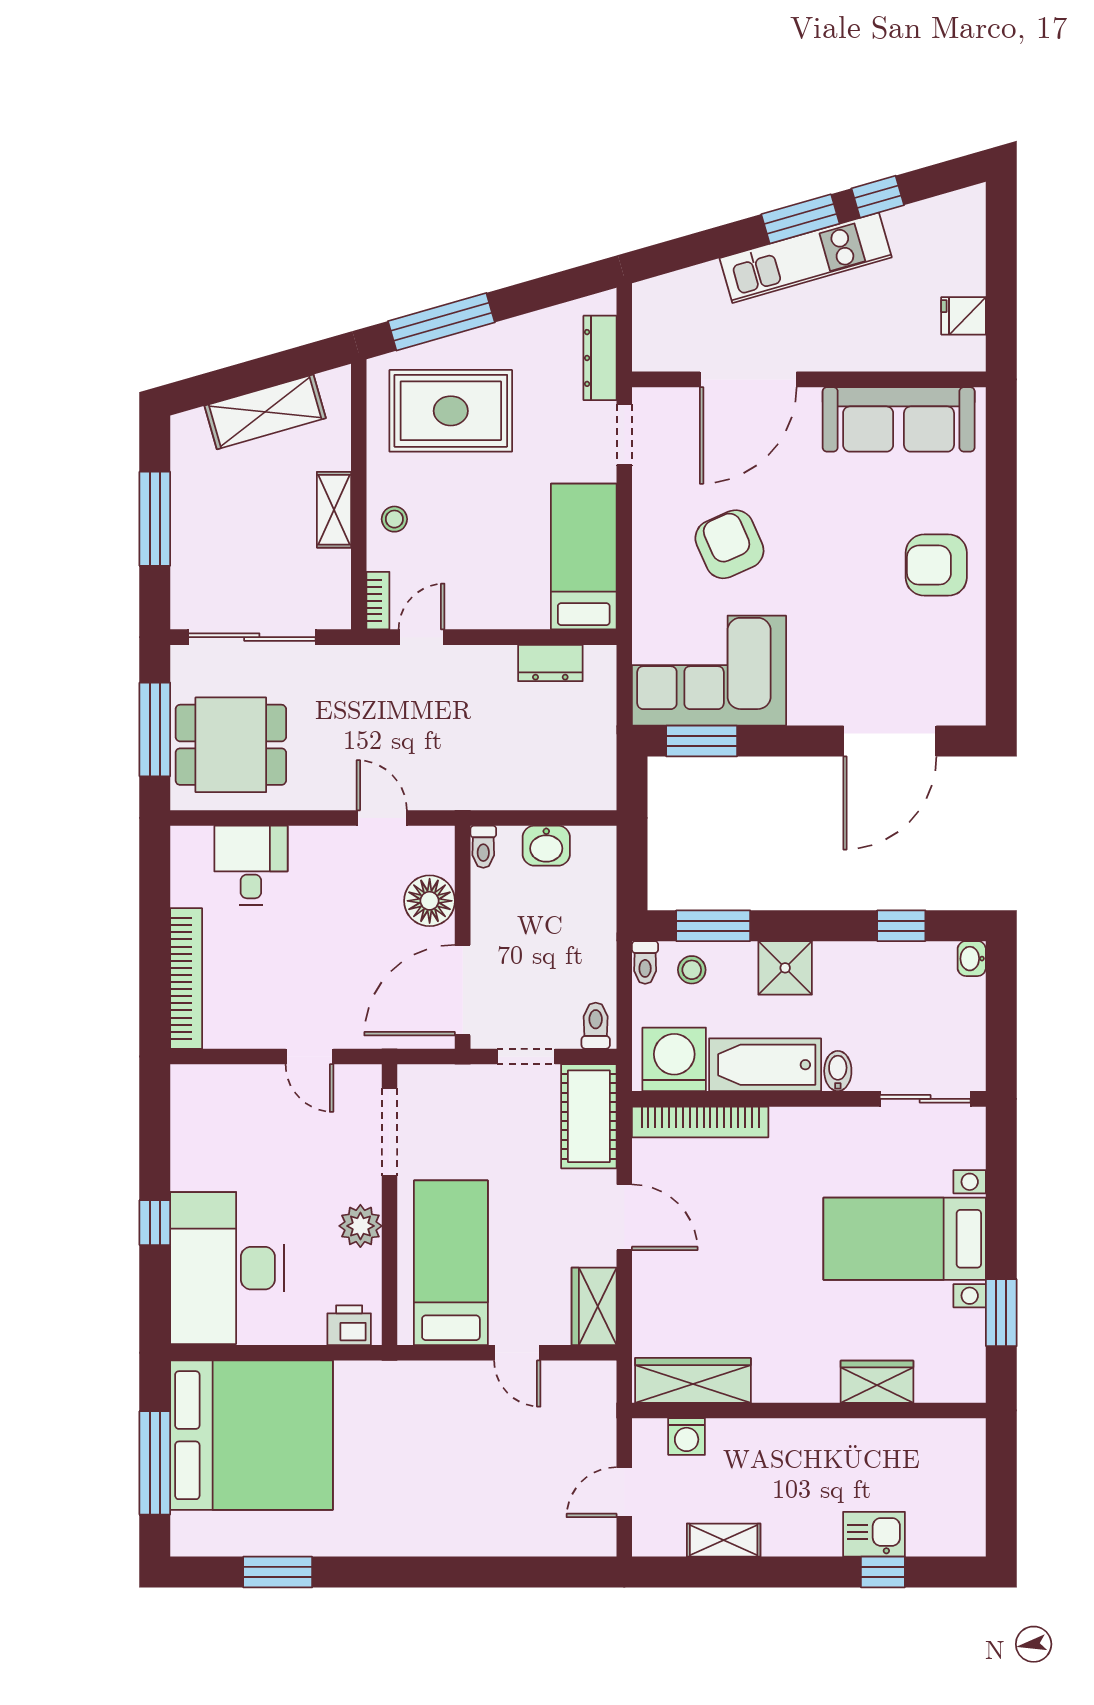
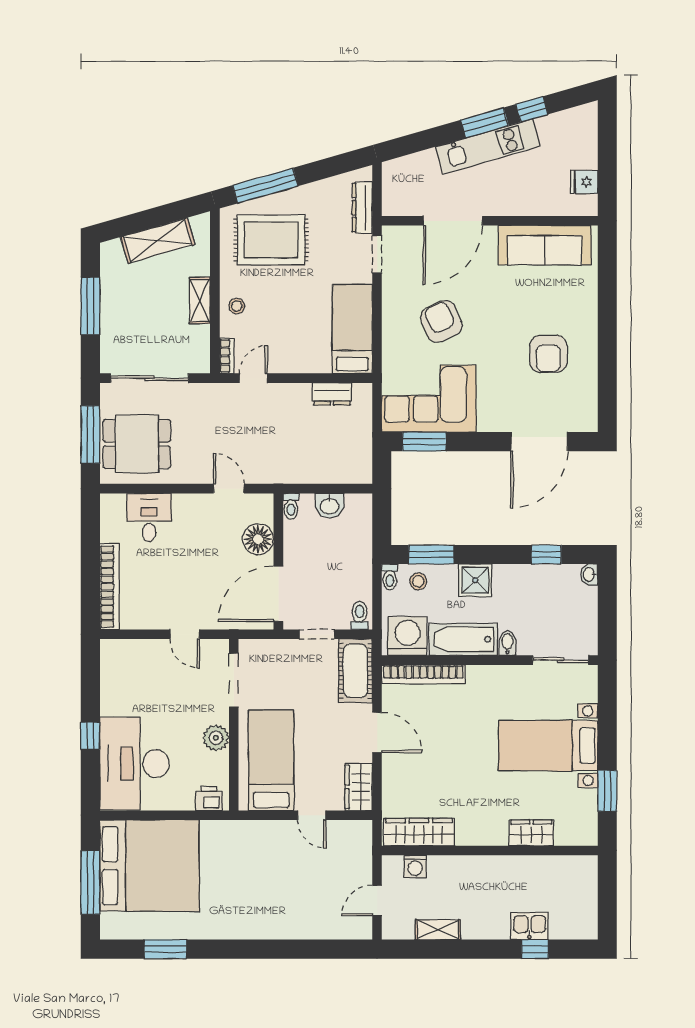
armchair: (936, 565) -> (548, 354), moved, turned -90

